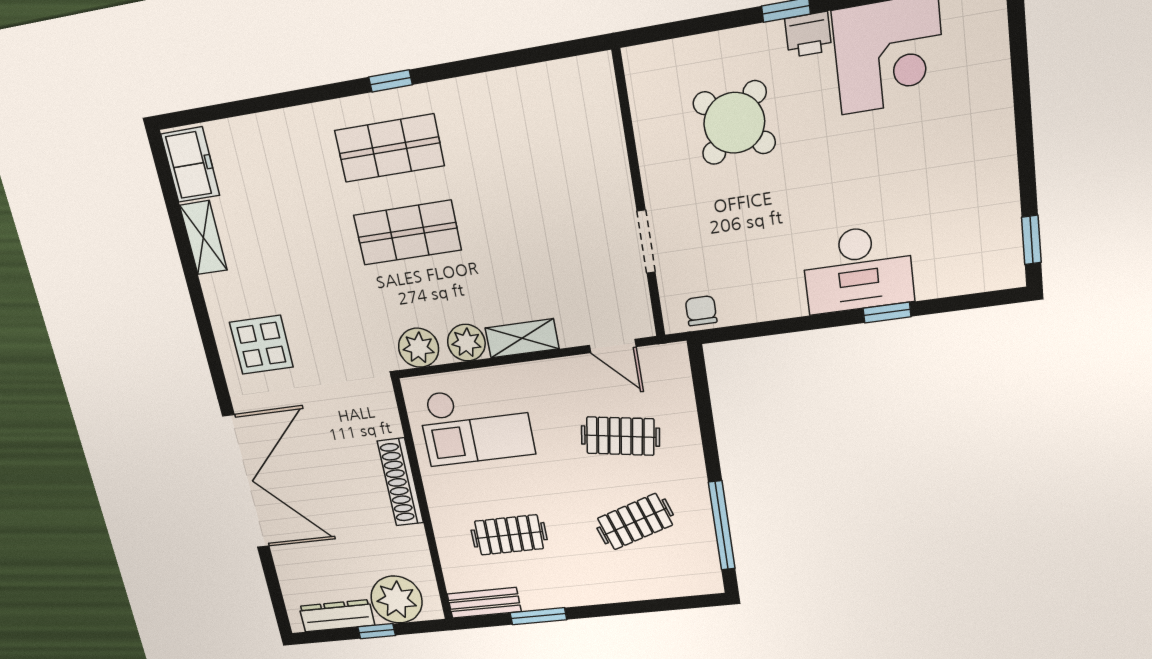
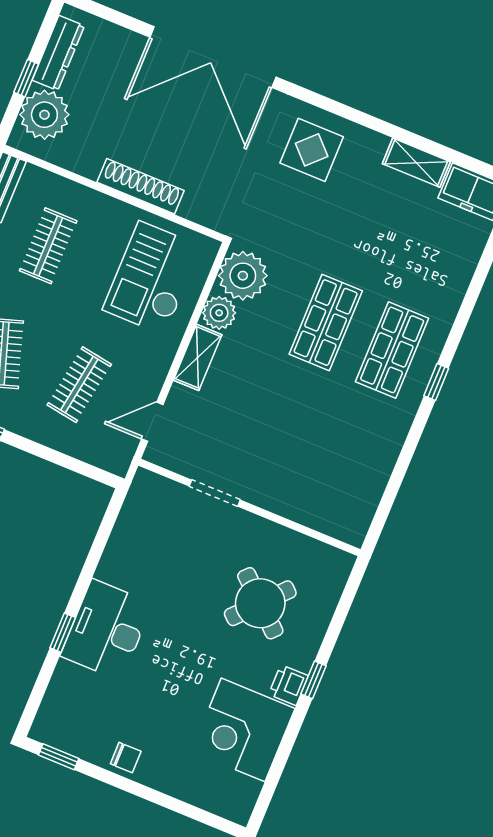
chair: (701, 311) -> (126, 758), moved
plant: (419, 348) -> (243, 276), width x1.36, depth x1.36

